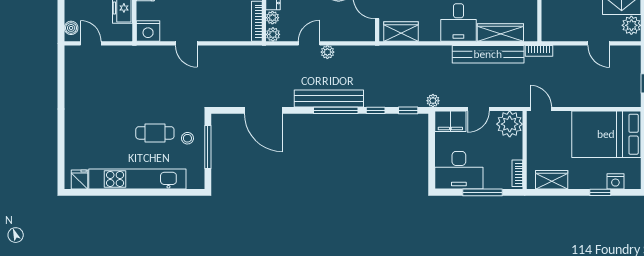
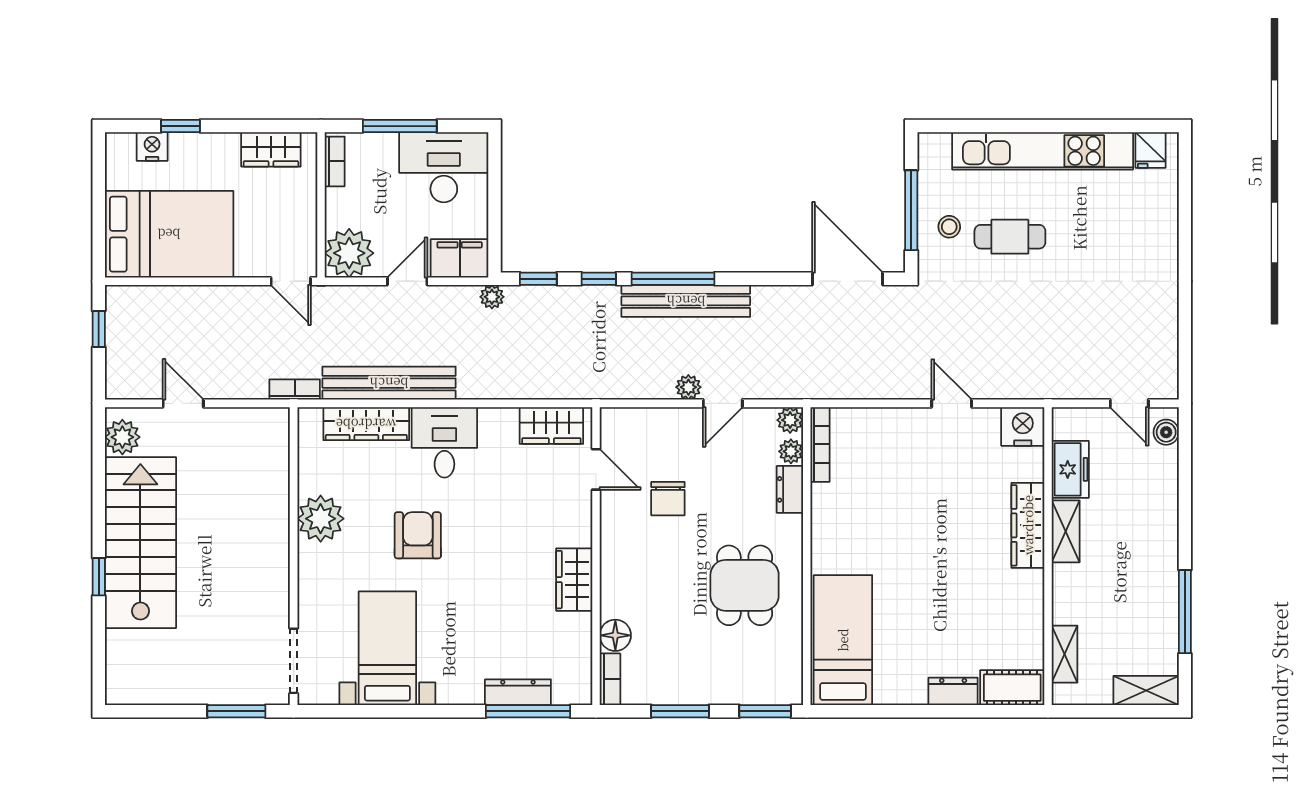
door: (263, 110) -> (848, 279), moved

